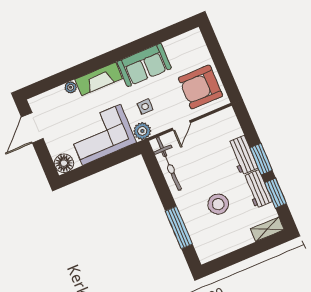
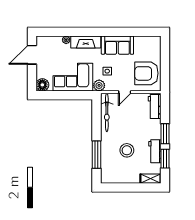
workbench: (243, 155) -> (155, 107), moved

